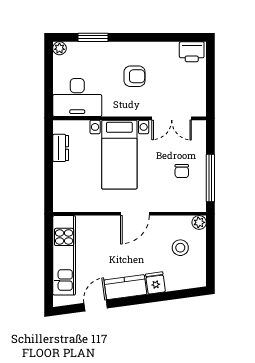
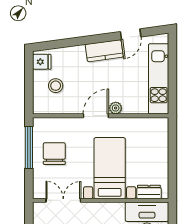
dresser: (61, 148) -> (149, 192), moved, turned 90
chair: (182, 171) -> (54, 154), width x1.87, depth x1.87
plant: (199, 222) -> (116, 108), moved
fridge: (155, 283) -> (42, 62), moved, turned -82

